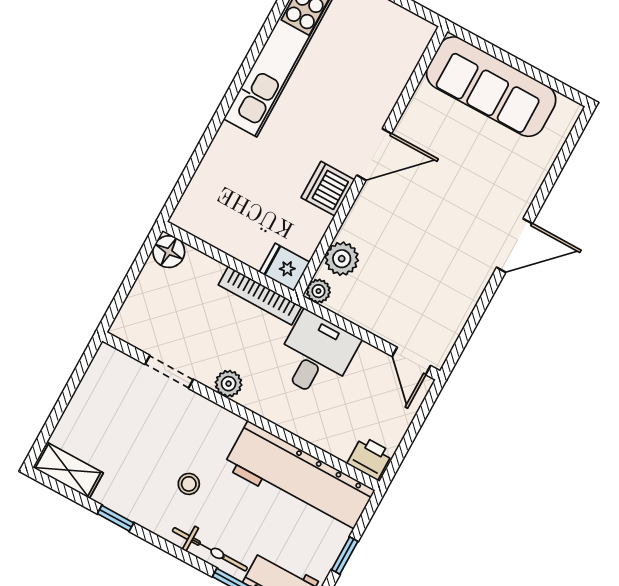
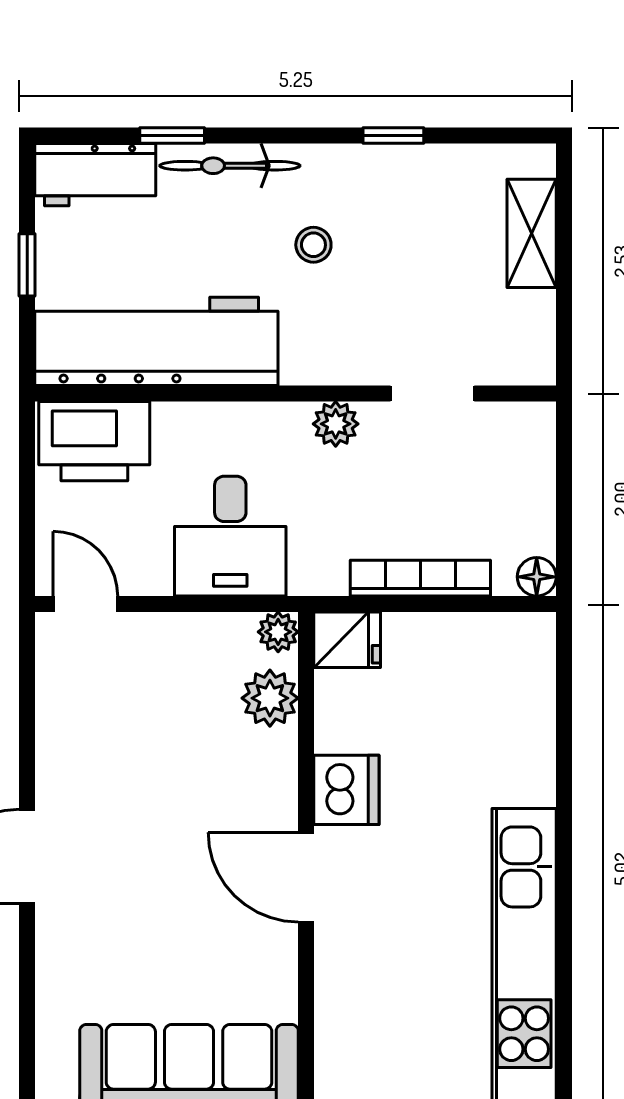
door: (374, 154) -> (306, 877), hinge flipped
floor lamp: (169, 252) -> (537, 577), width x0.73, depth x0.73
bookcase: (260, 296) -> (420, 578), moved
printer: (370, 458) -> (94, 441), width x1.87, depth x1.48
shelving: (68, 470) -> (532, 233), moved, turned 90

